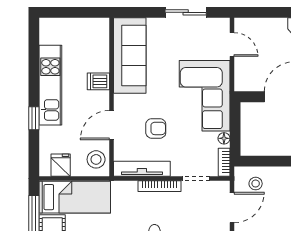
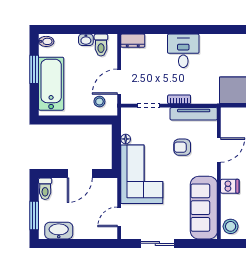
door: (232, 44) -> (119, 217), hinge flipped
stool: (96, 159) -> (231, 226), moved
bookcase: (224, 162) -> (125, 119), removed
bookcase: (160, 186) -> (179, 99), width x0.64

